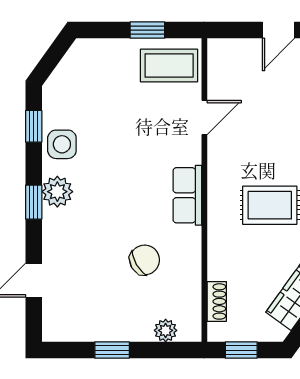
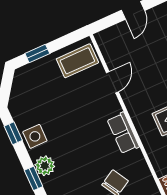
window: (147, 30) -> (37, 54), moved

